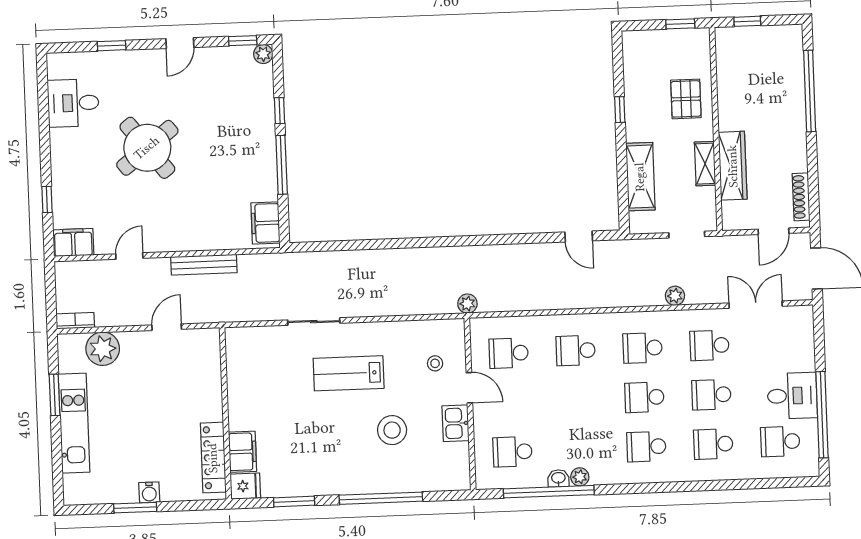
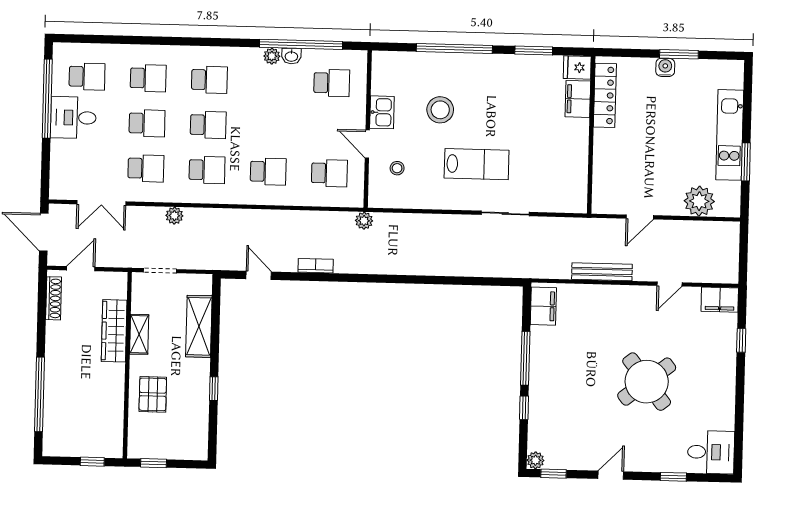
desk: (73, 103) -> (711, 452), moved
bookcase: (75, 321) -> (316, 266), moved, turned 180

